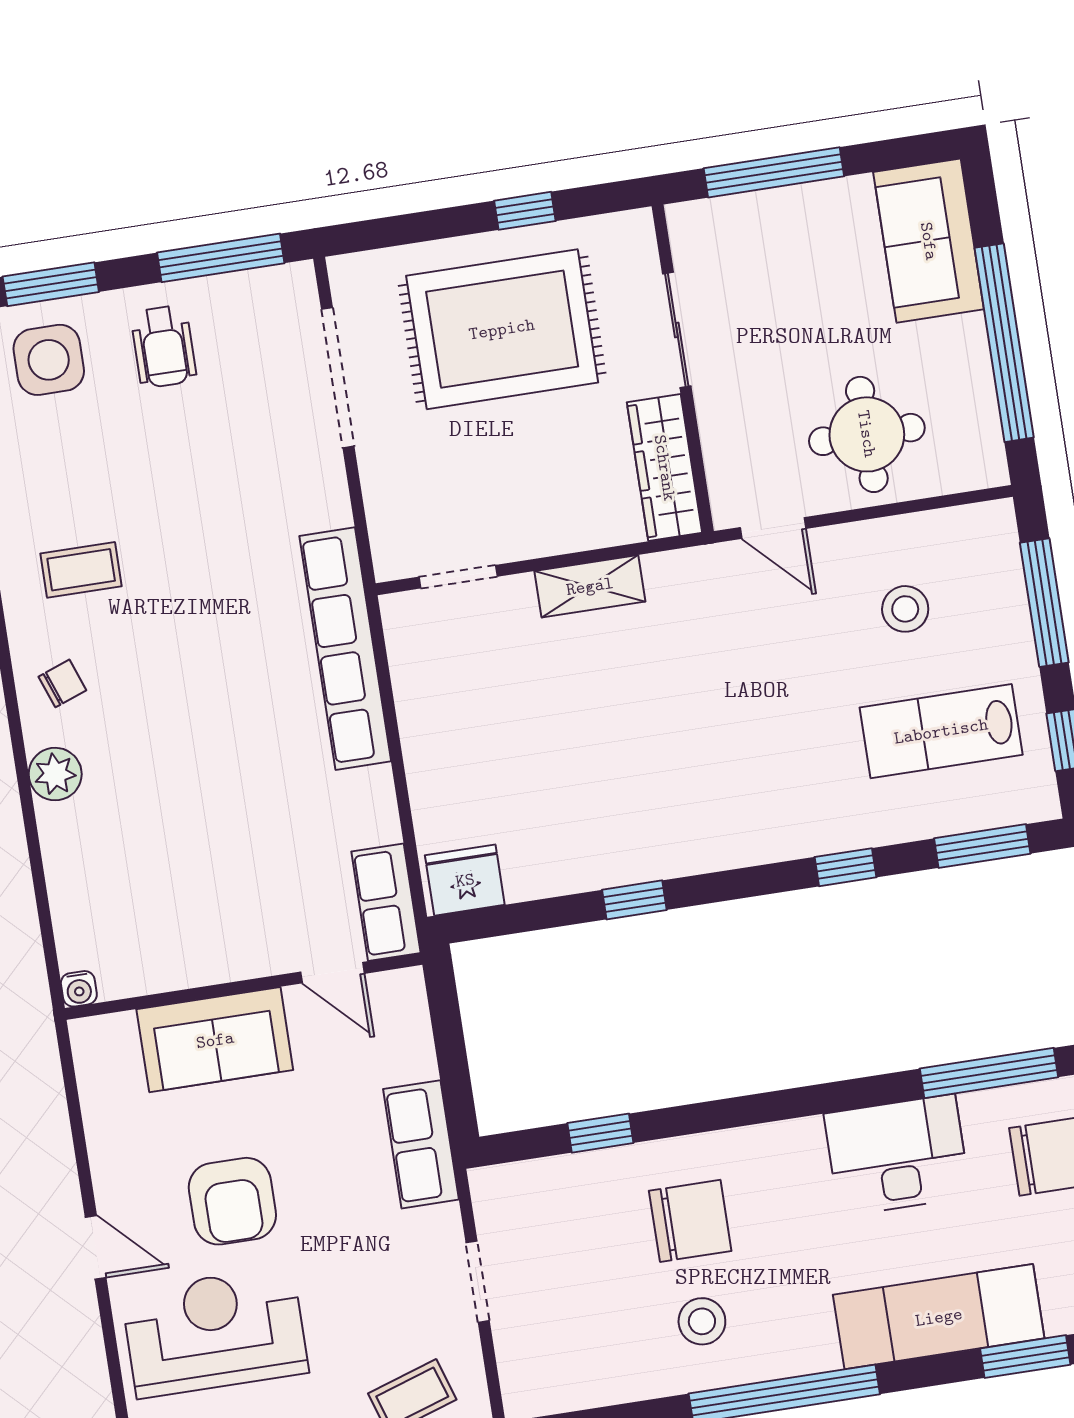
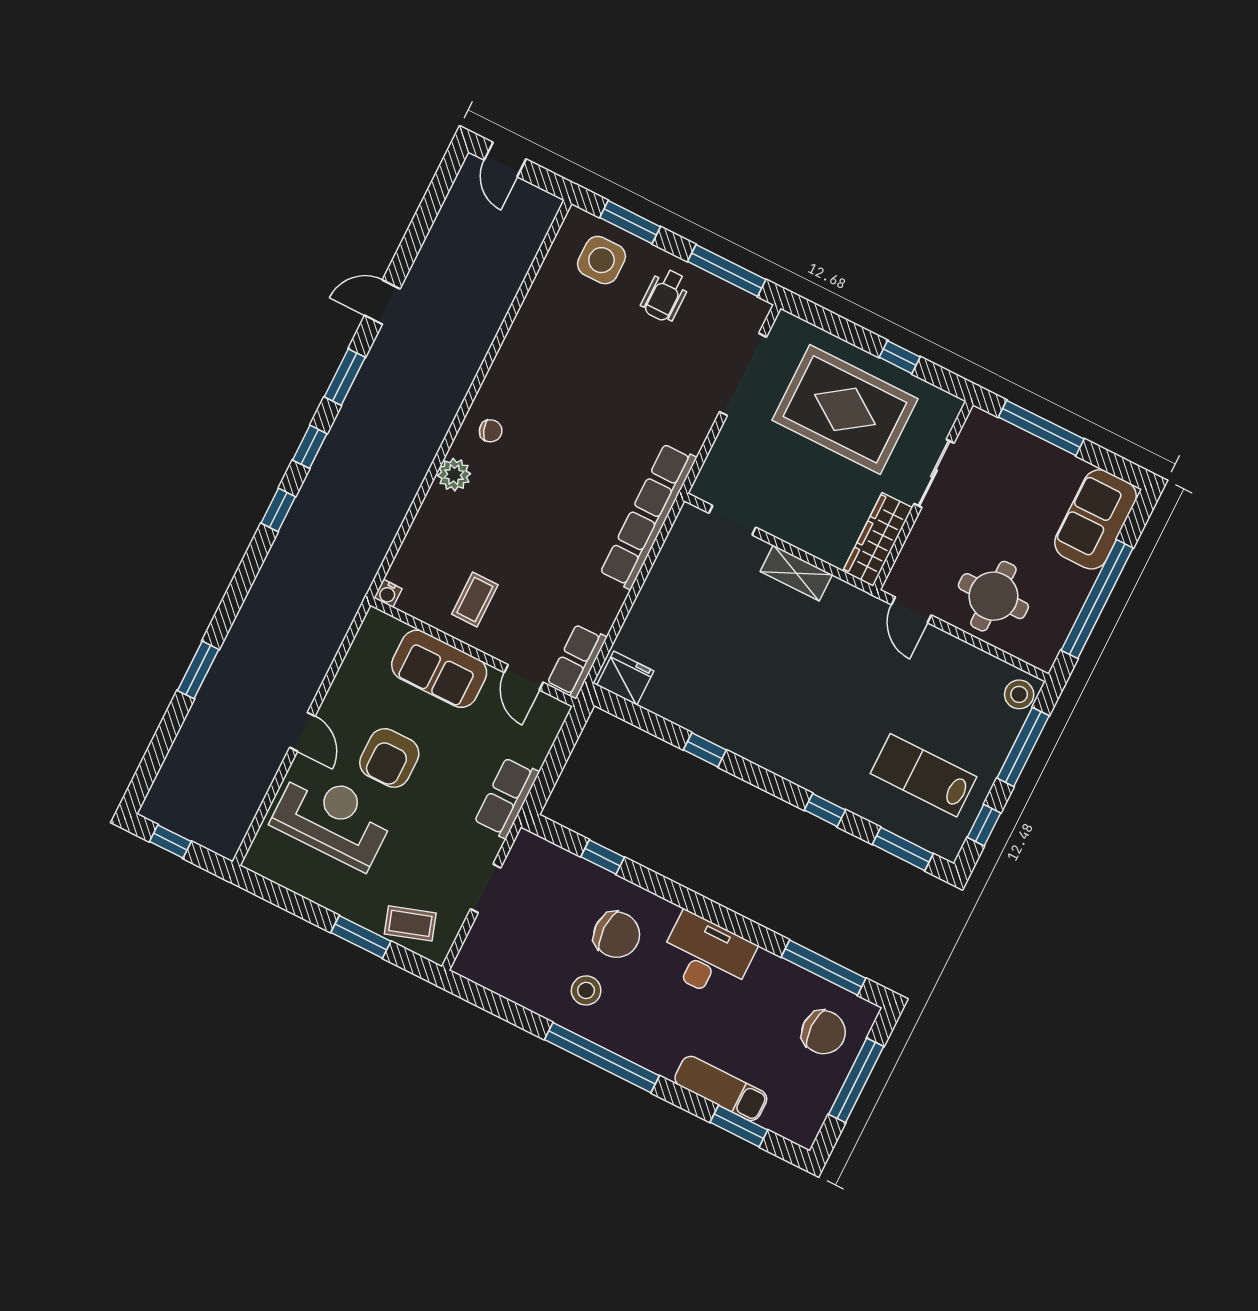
coffee table: (81, 570) -> (475, 600), moved, turned 90
stool: (905, 609) -> (1019, 694), moved
desk: (897, 1155) -> (706, 956), moved
exam couch: (939, 1317) -> (721, 1088), width x0.73, depth x0.69

